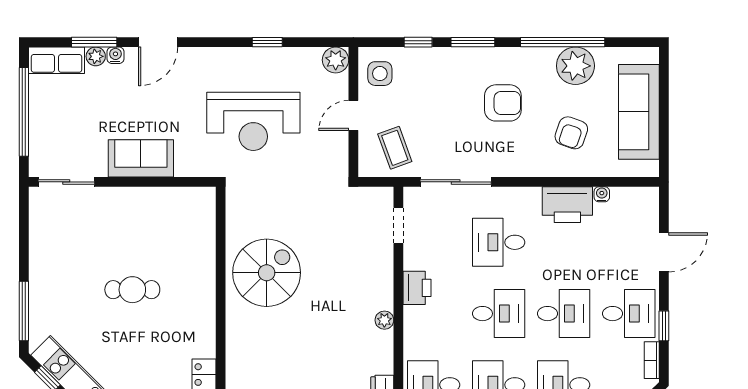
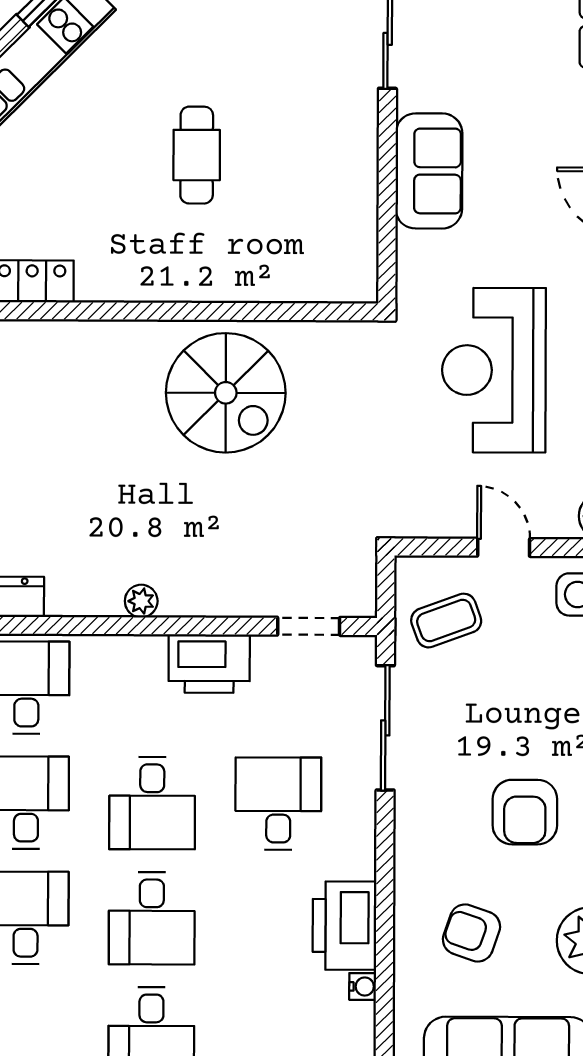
printer: (417, 288) -> (209, 664), width x1.37, depth x1.19

